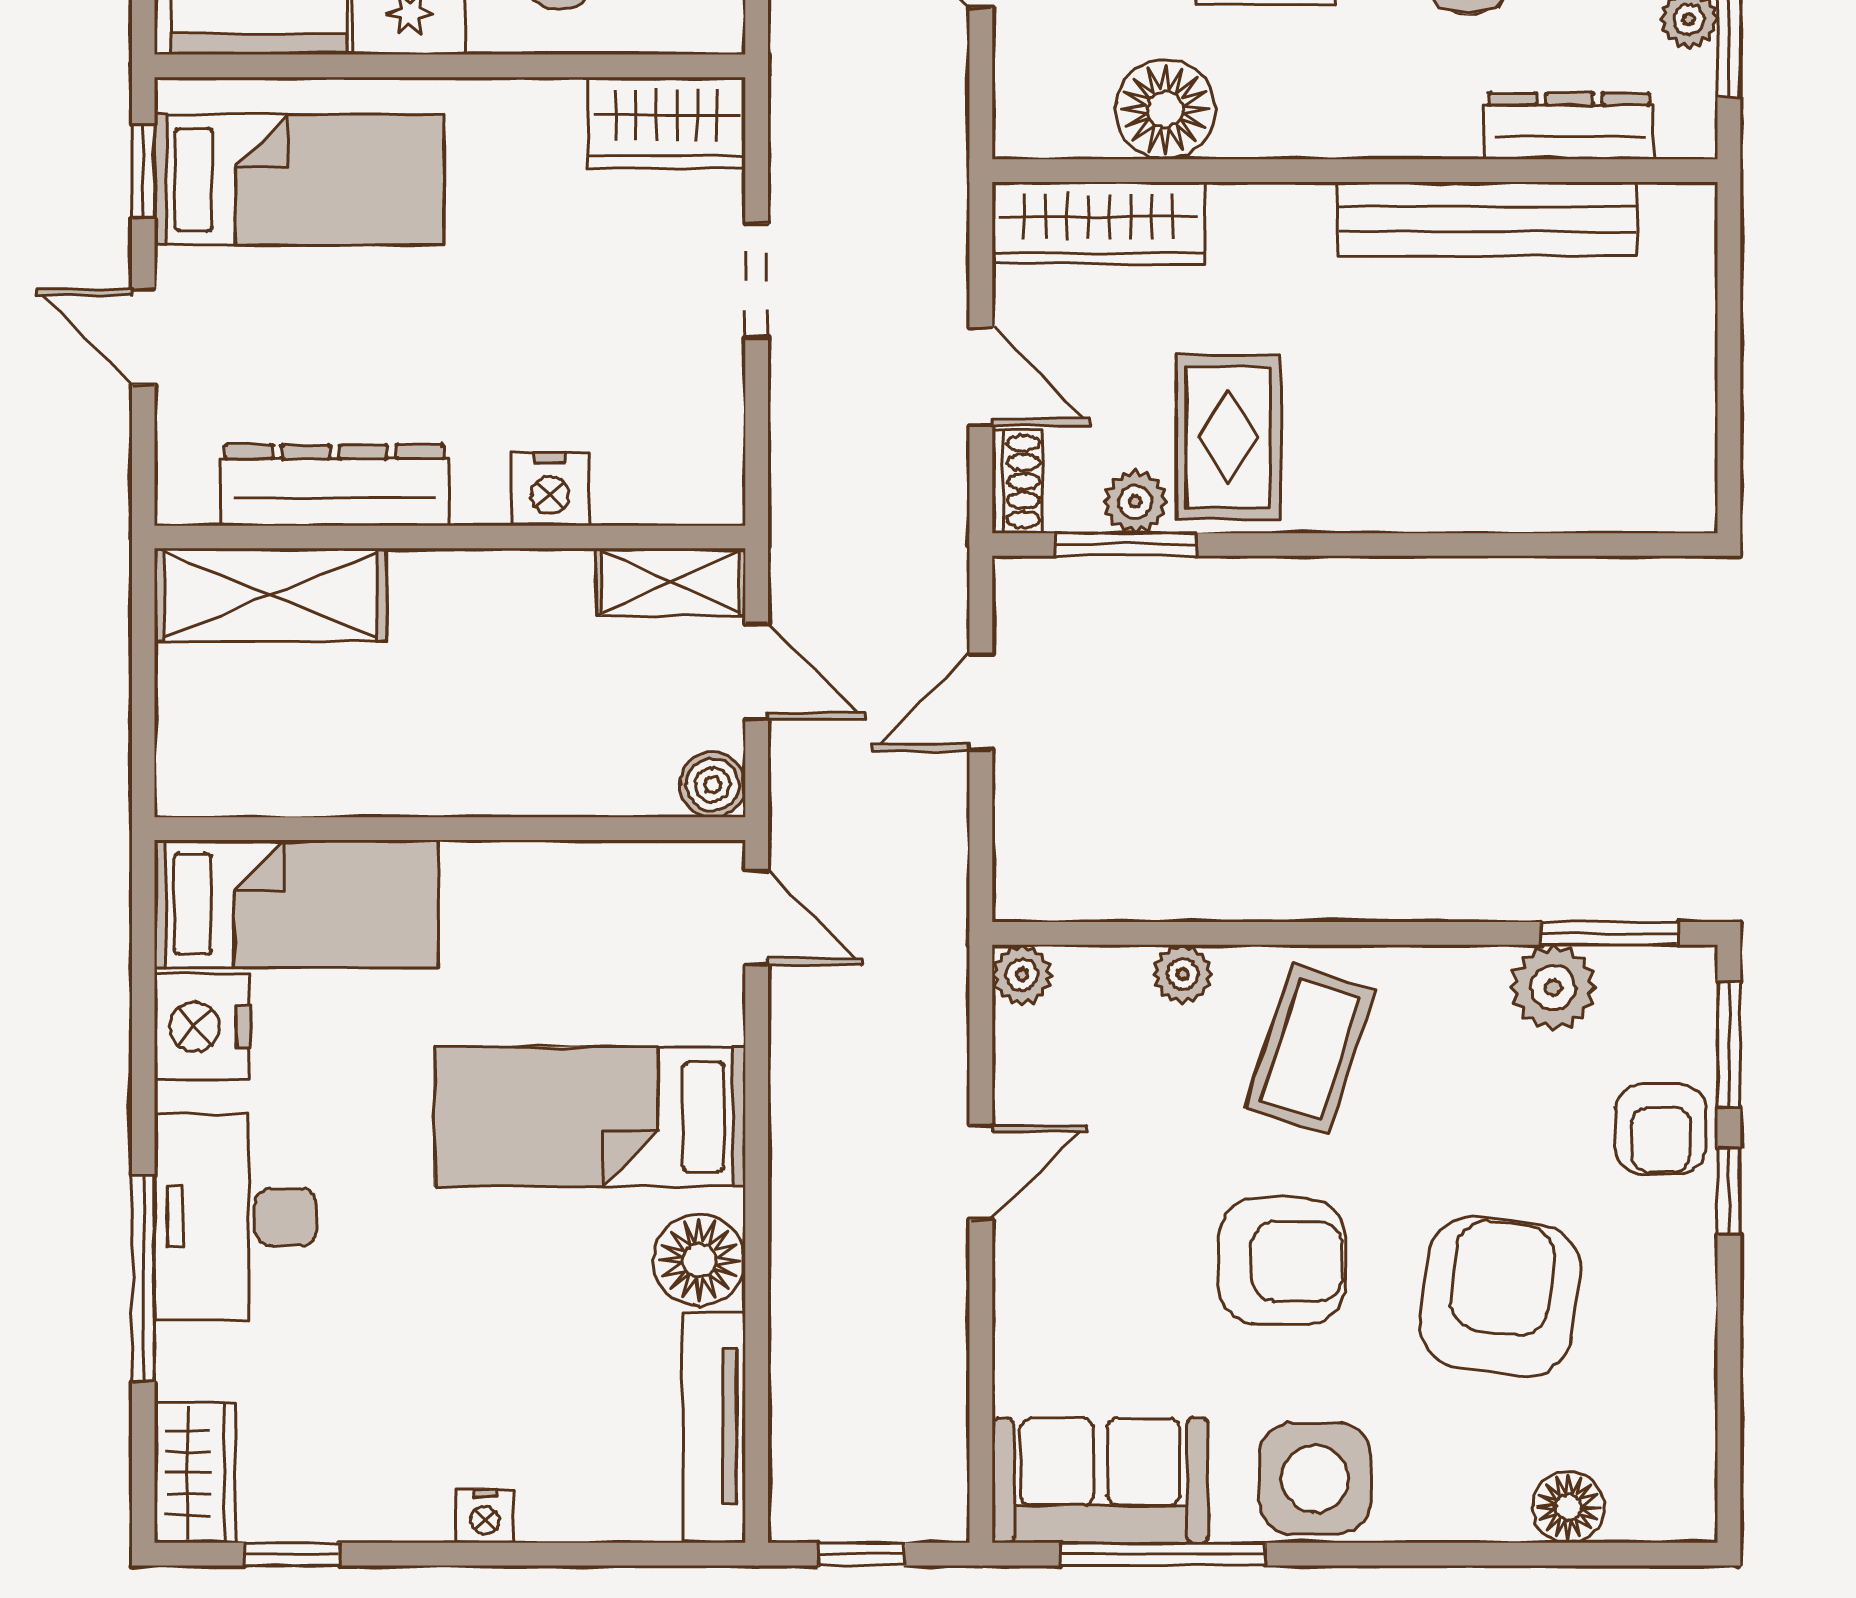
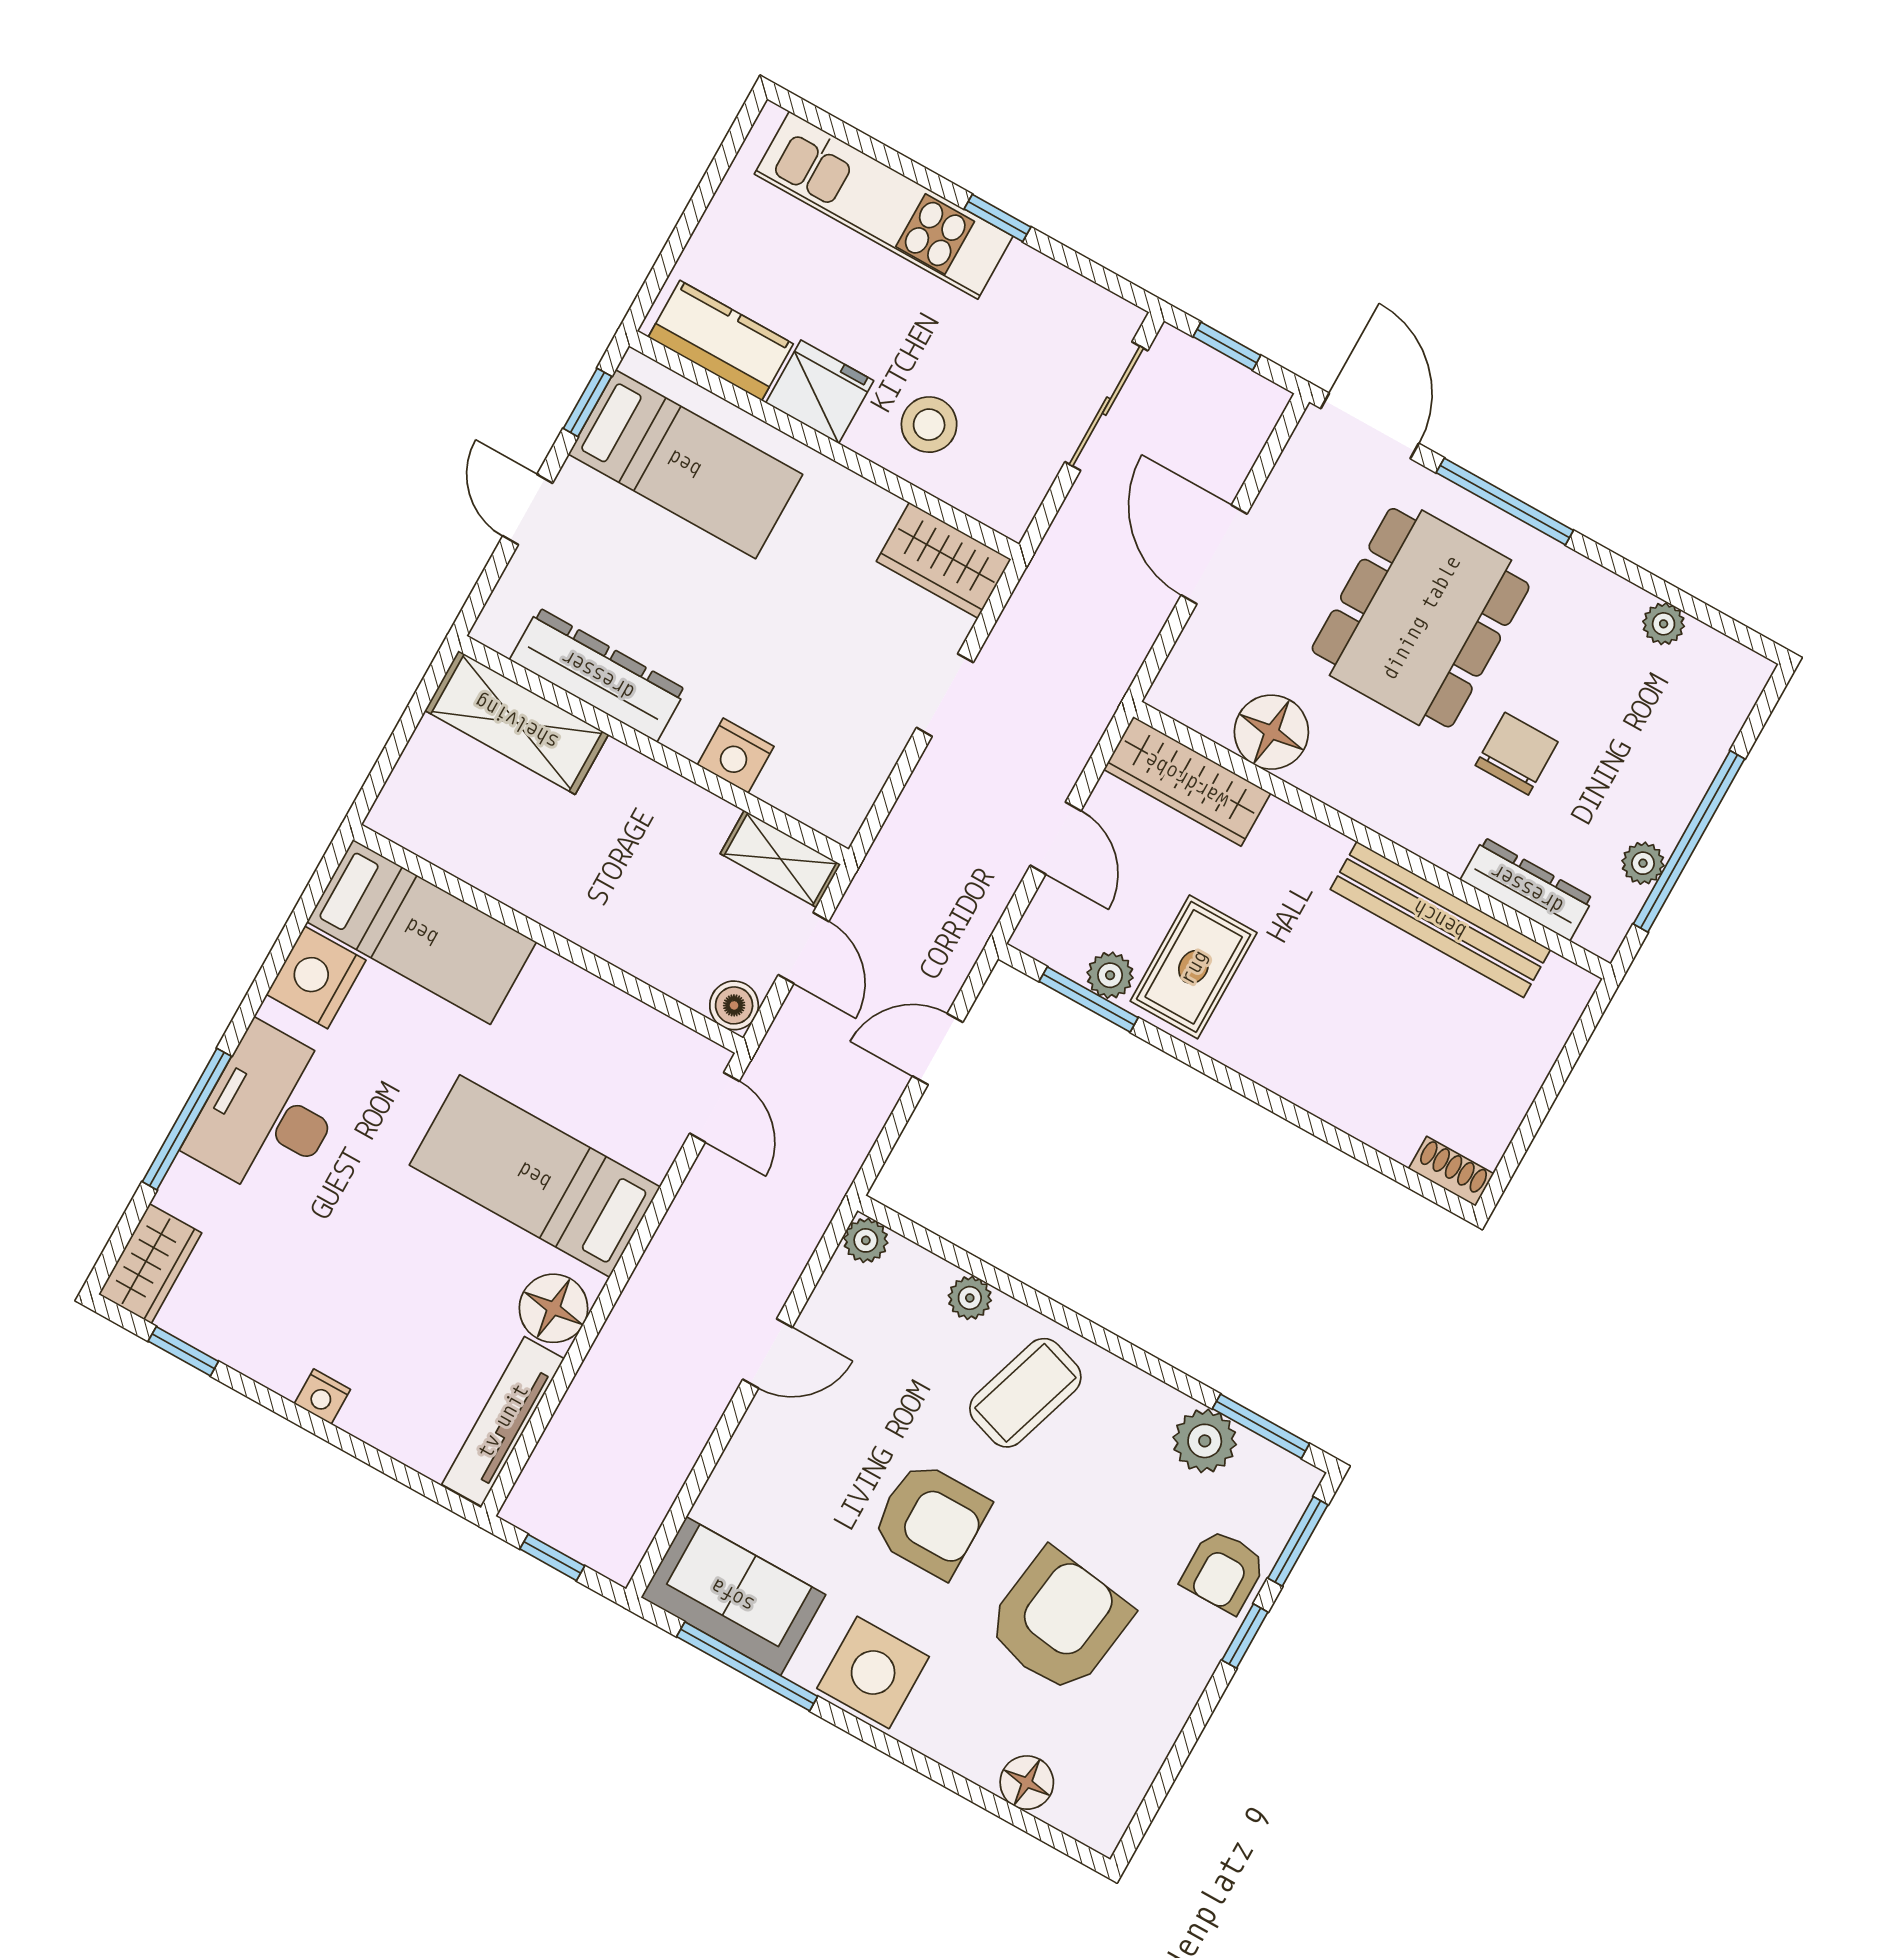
shoe rack: (1017, 481) -> (1451, 1171), moved, turned -90

